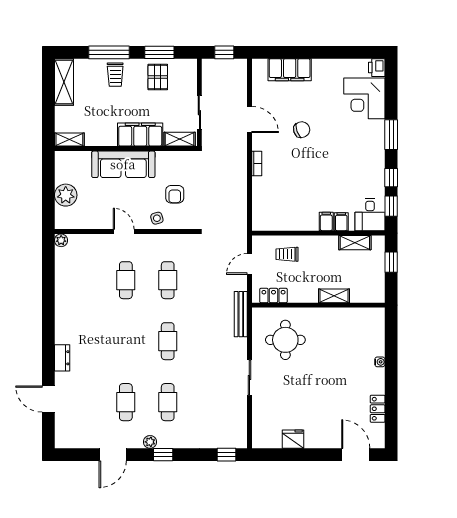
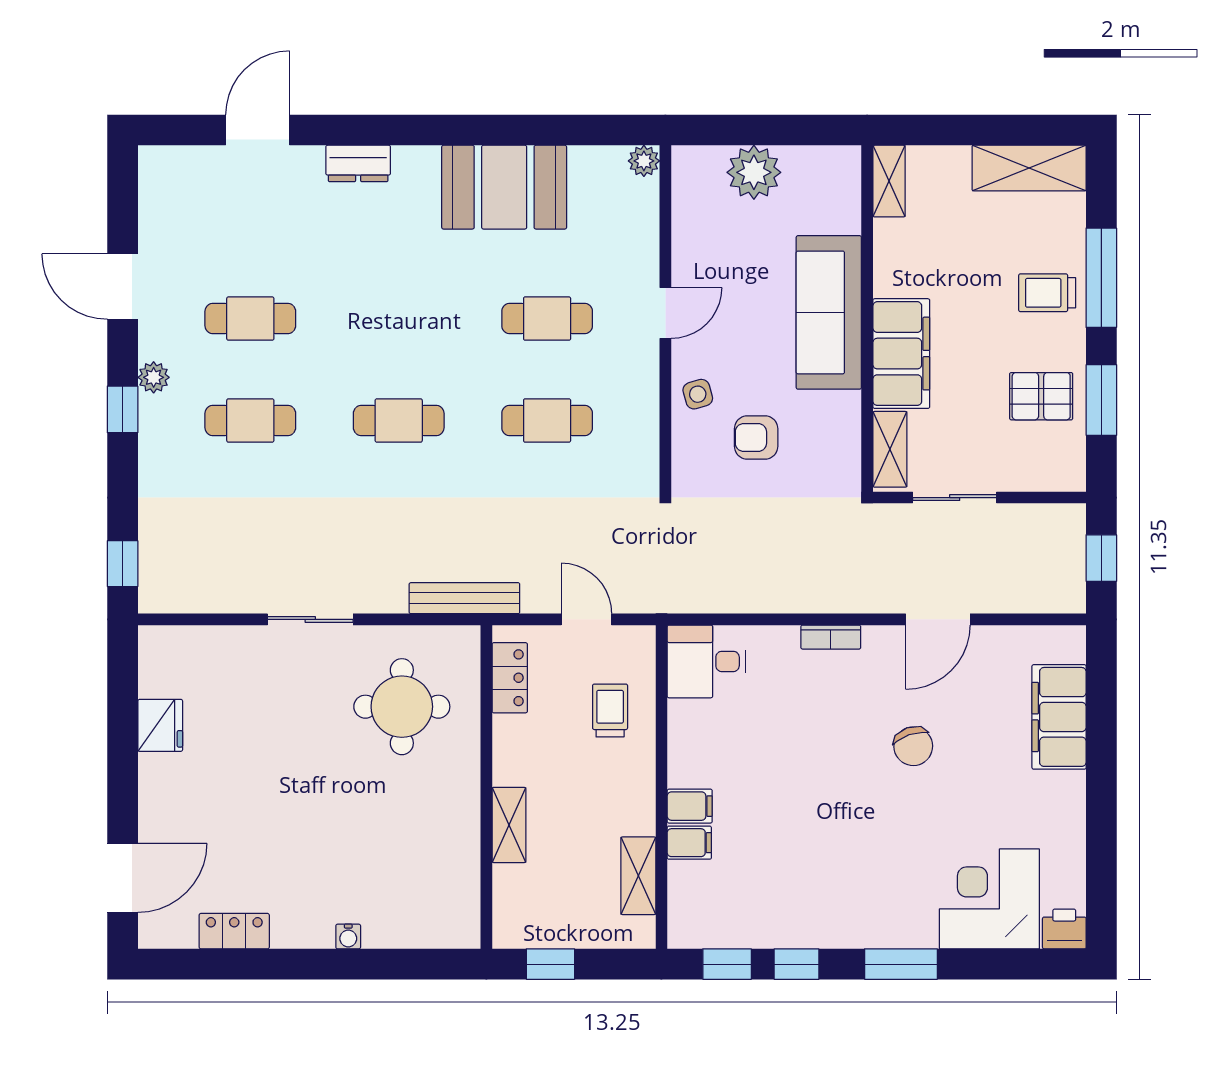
desk: (370, 215) -> (706, 661), moved
window: (391, 262) -> (550, 964), moved
booth: (72, 298) -> (504, 187), added

